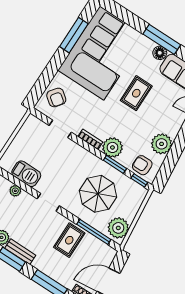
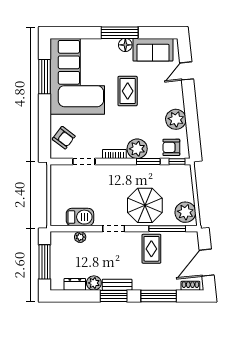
parasol: (98, 194) -> (145, 205), moved

